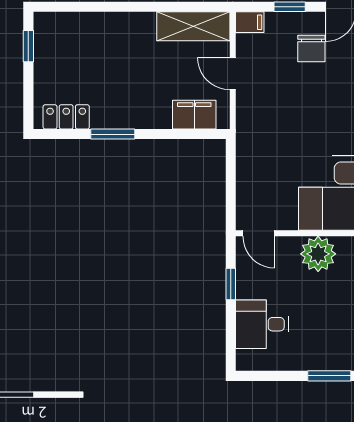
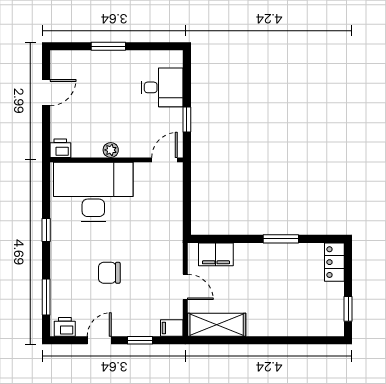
chair: (311, 49) -> (109, 273), moved, turned -90
locker: (66, 117) -> (334, 262), moved, turned 90
door: (259, 233) -> (165, 160), hinge flipped
plant: (318, 254) -> (111, 150), width x0.53, depth x0.53

